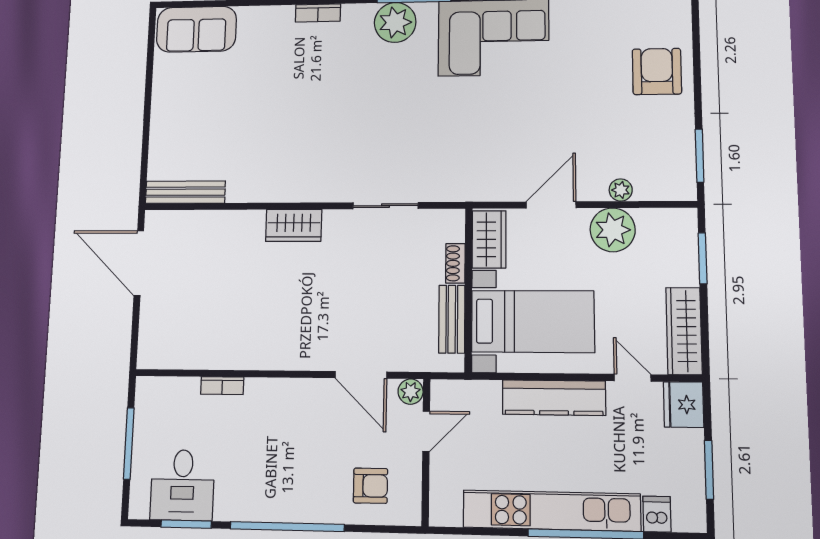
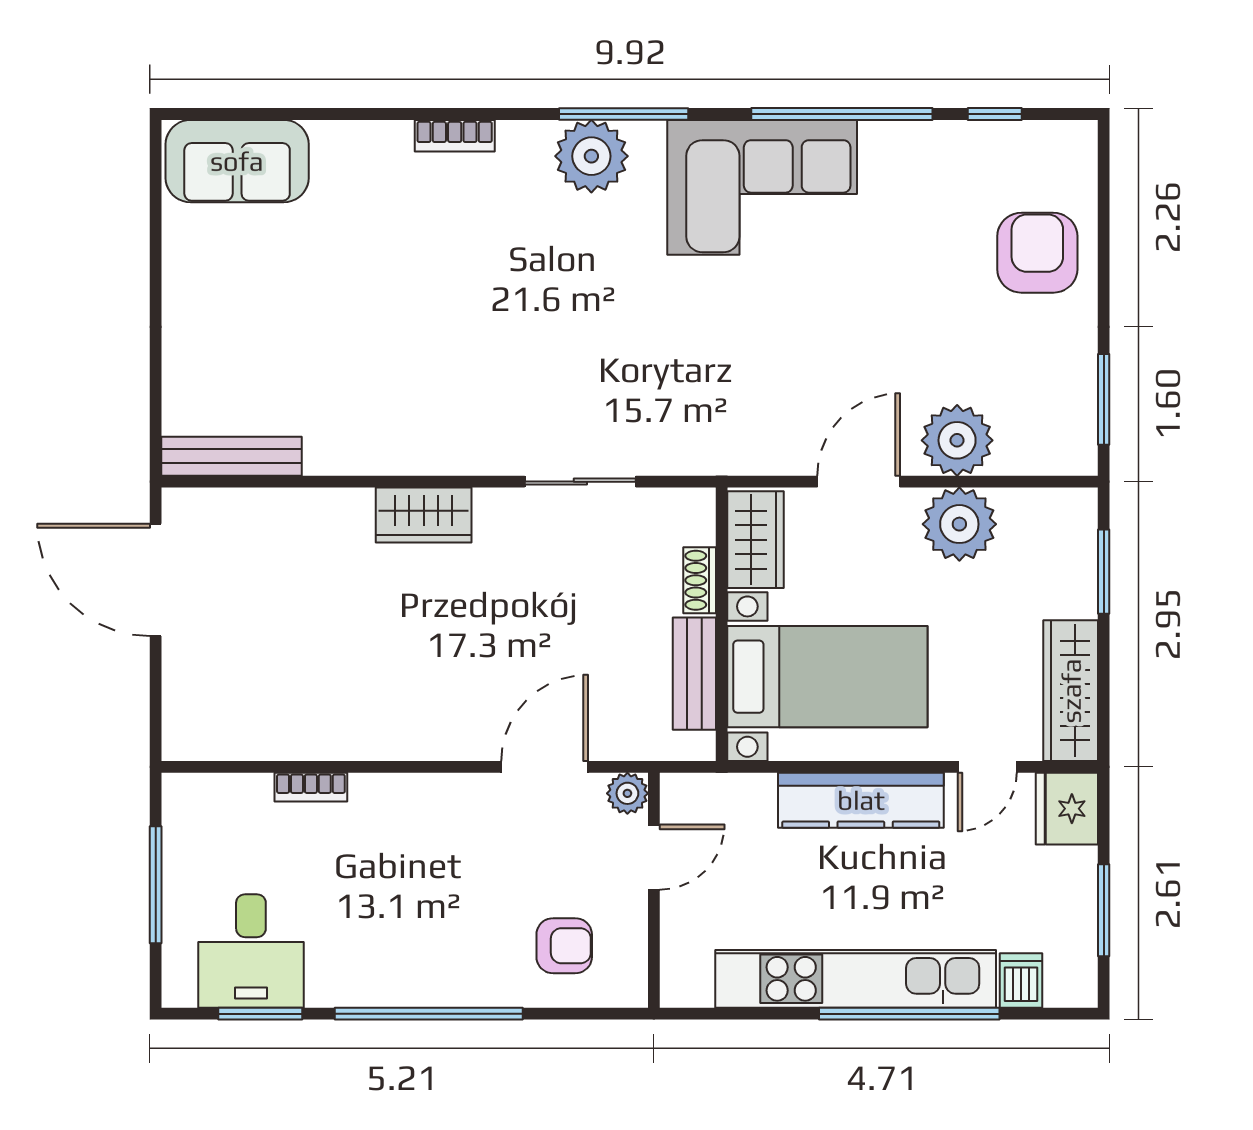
plant: (621, 190) -> (957, 440), width x1.88, depth x1.88
door: (361, 375) -> (545, 767), swing flipped
door: (633, 378) -> (987, 767), swing flipped

